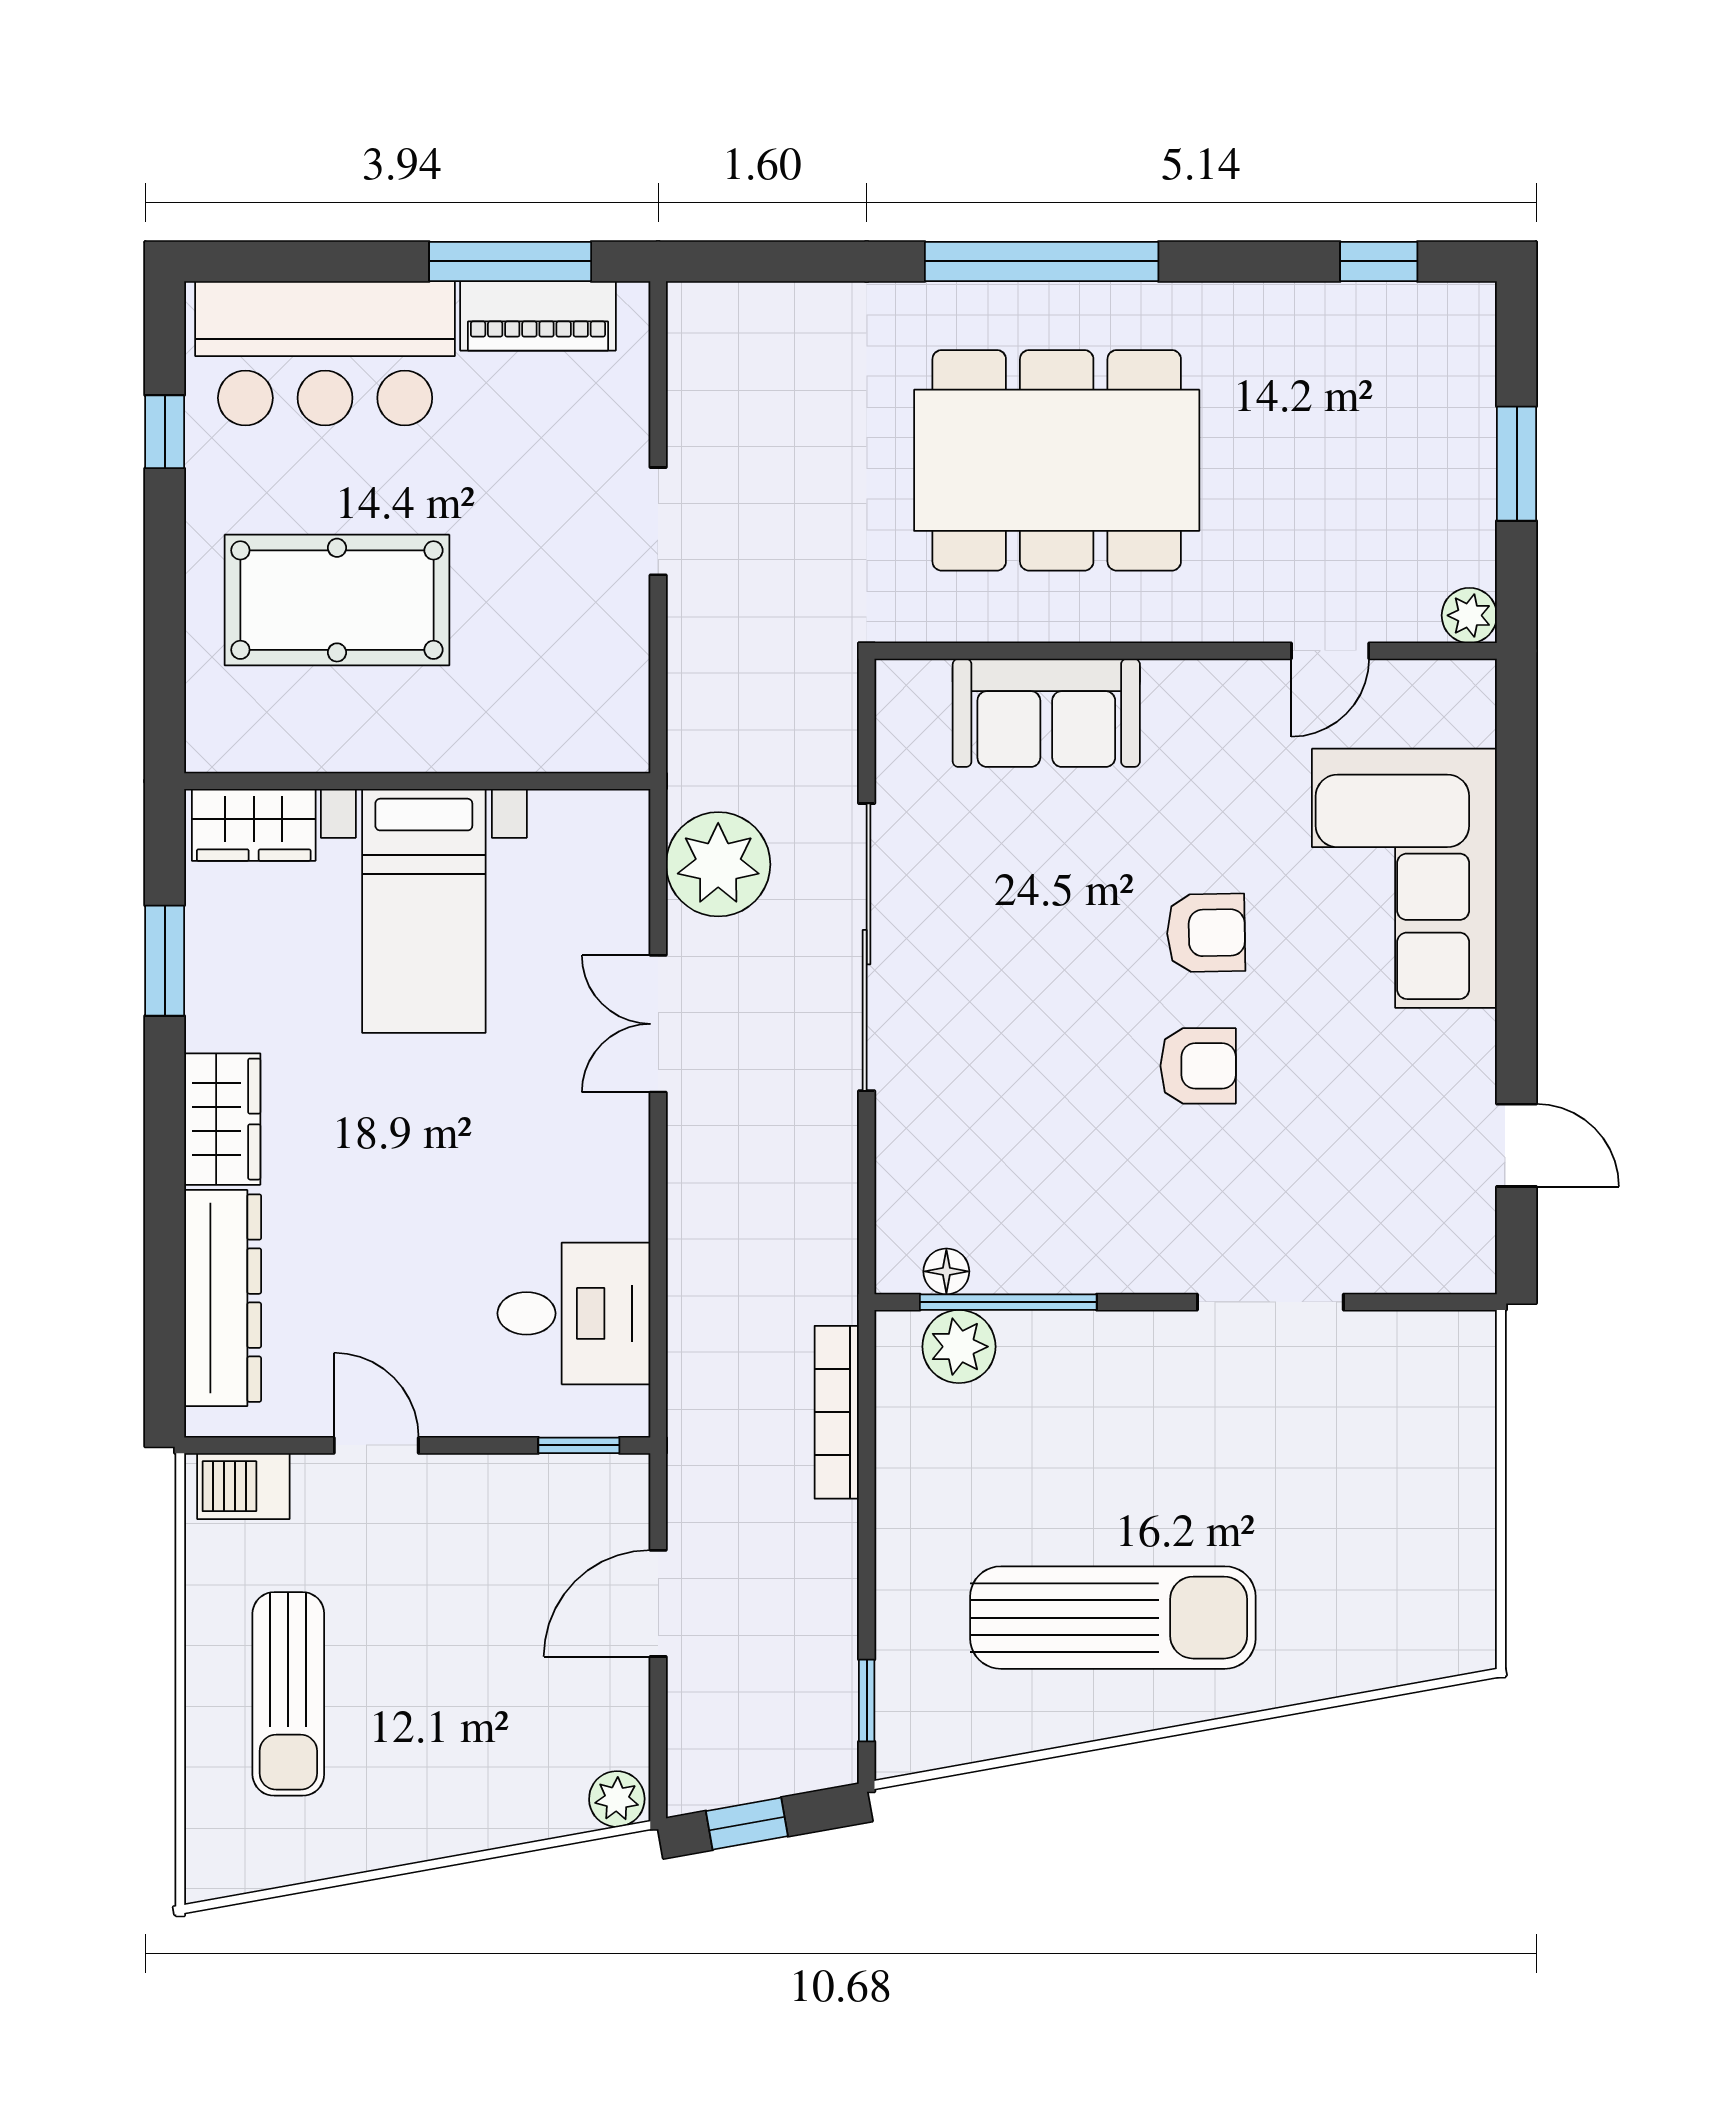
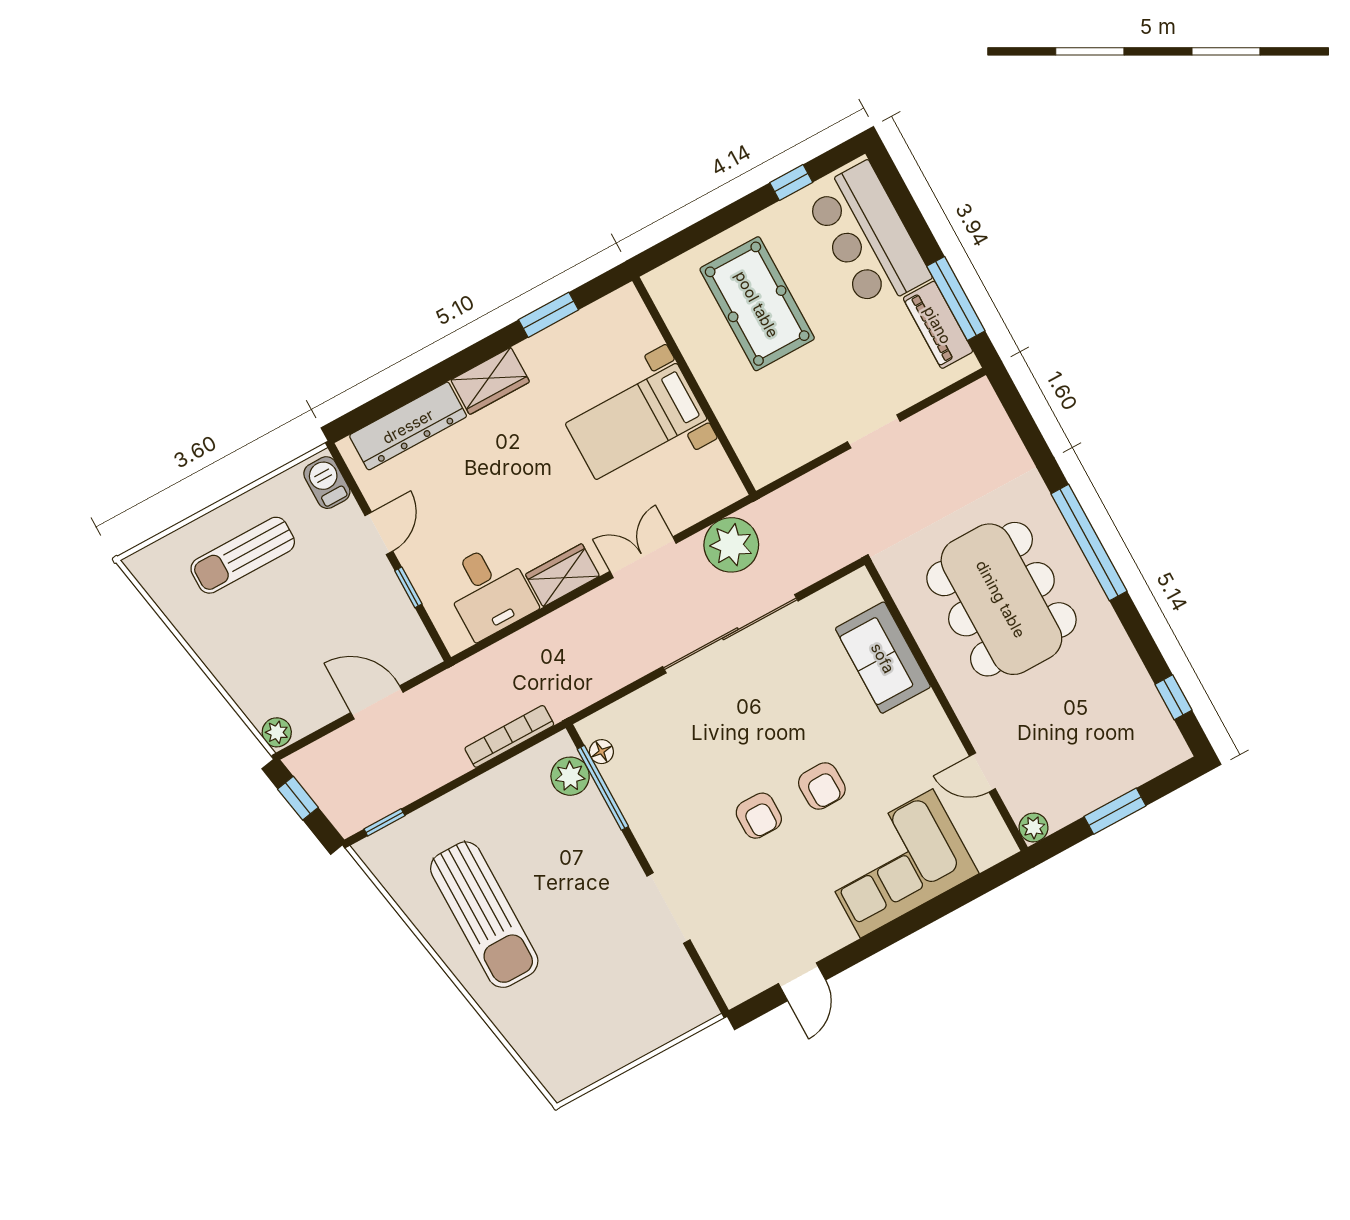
wardrobe: (254, 825) -> (562, 575), moved, turned 90
window: (579, 1445) -> (408, 587), moved

